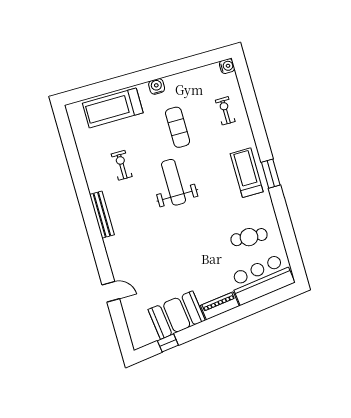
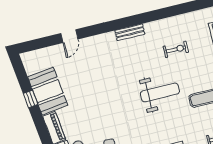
bench: (102, 215) -> (130, 32), width x0.73
window: (168, 343) -> (31, 99), moved

